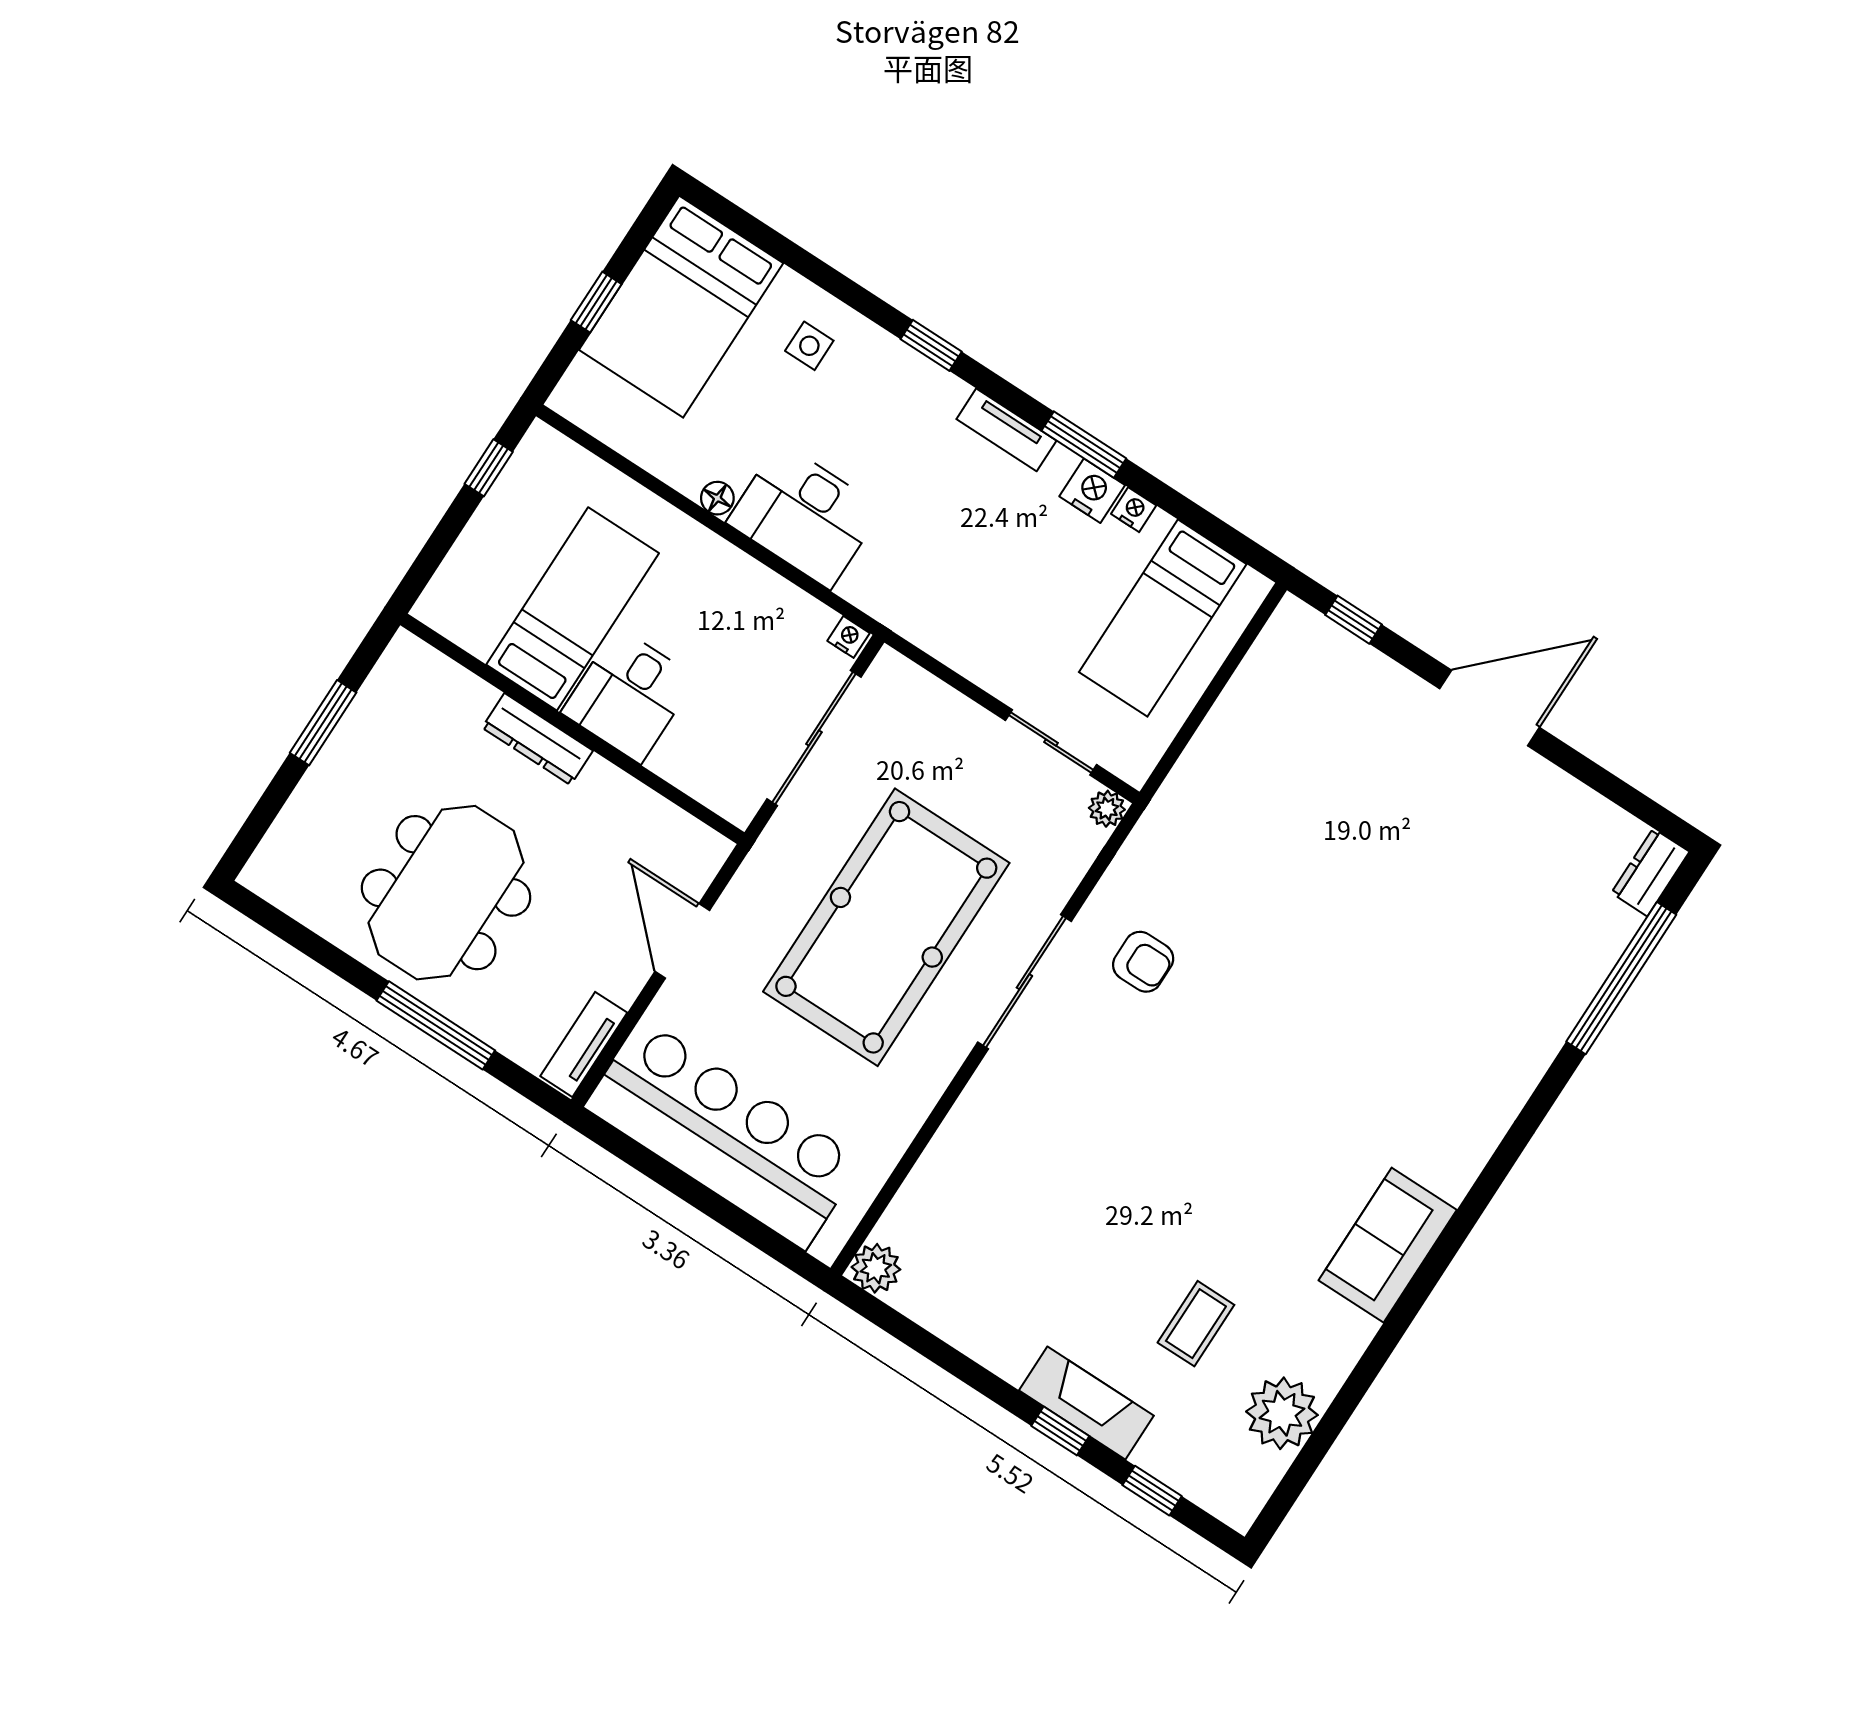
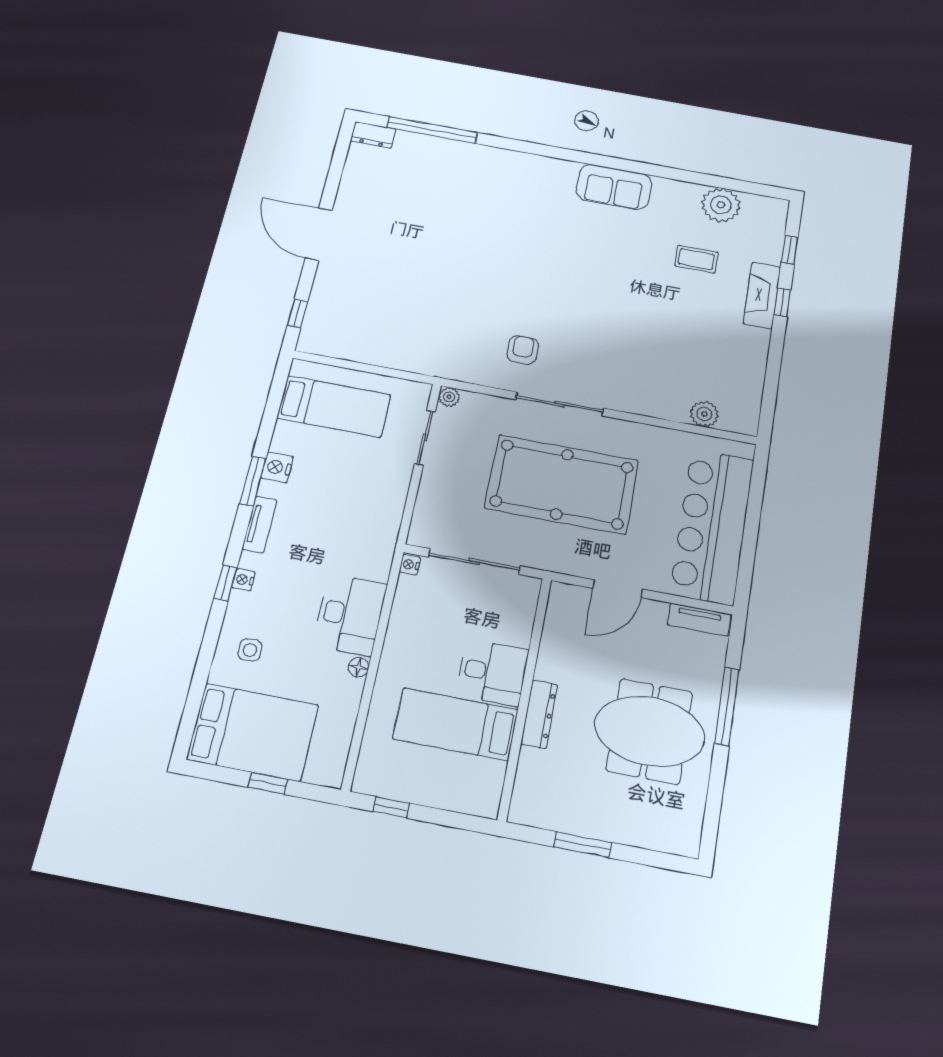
nightstand: (1134, 510) -> (243, 580), moved
plant: (876, 1268) -> (704, 414), moved

